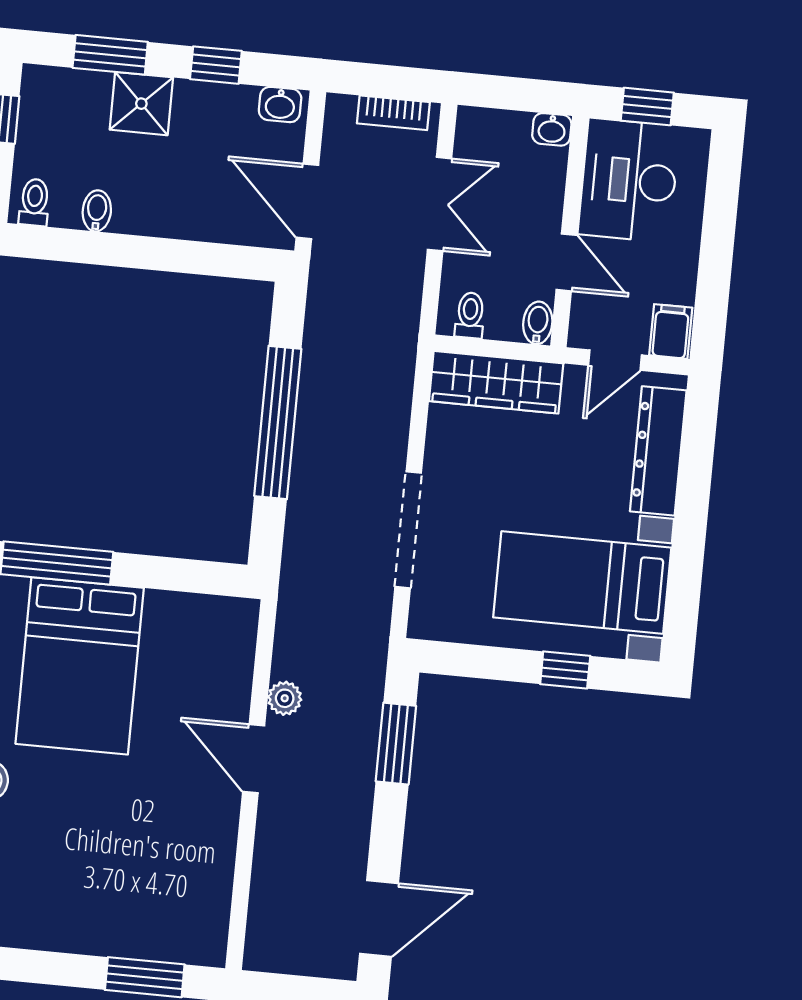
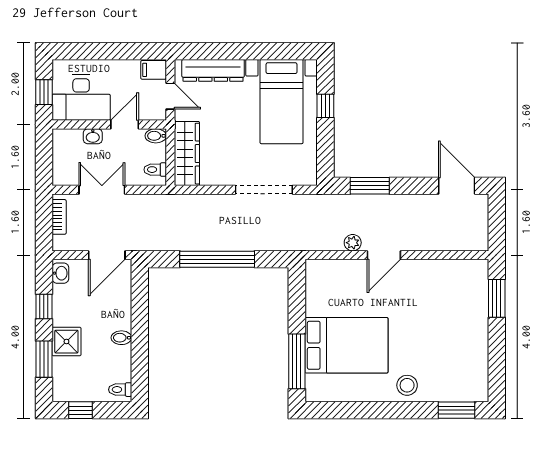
washbasin: (552, 129) -> (93, 136), moved, turned 90
bidet: (97, 211) -> (121, 338), moved

